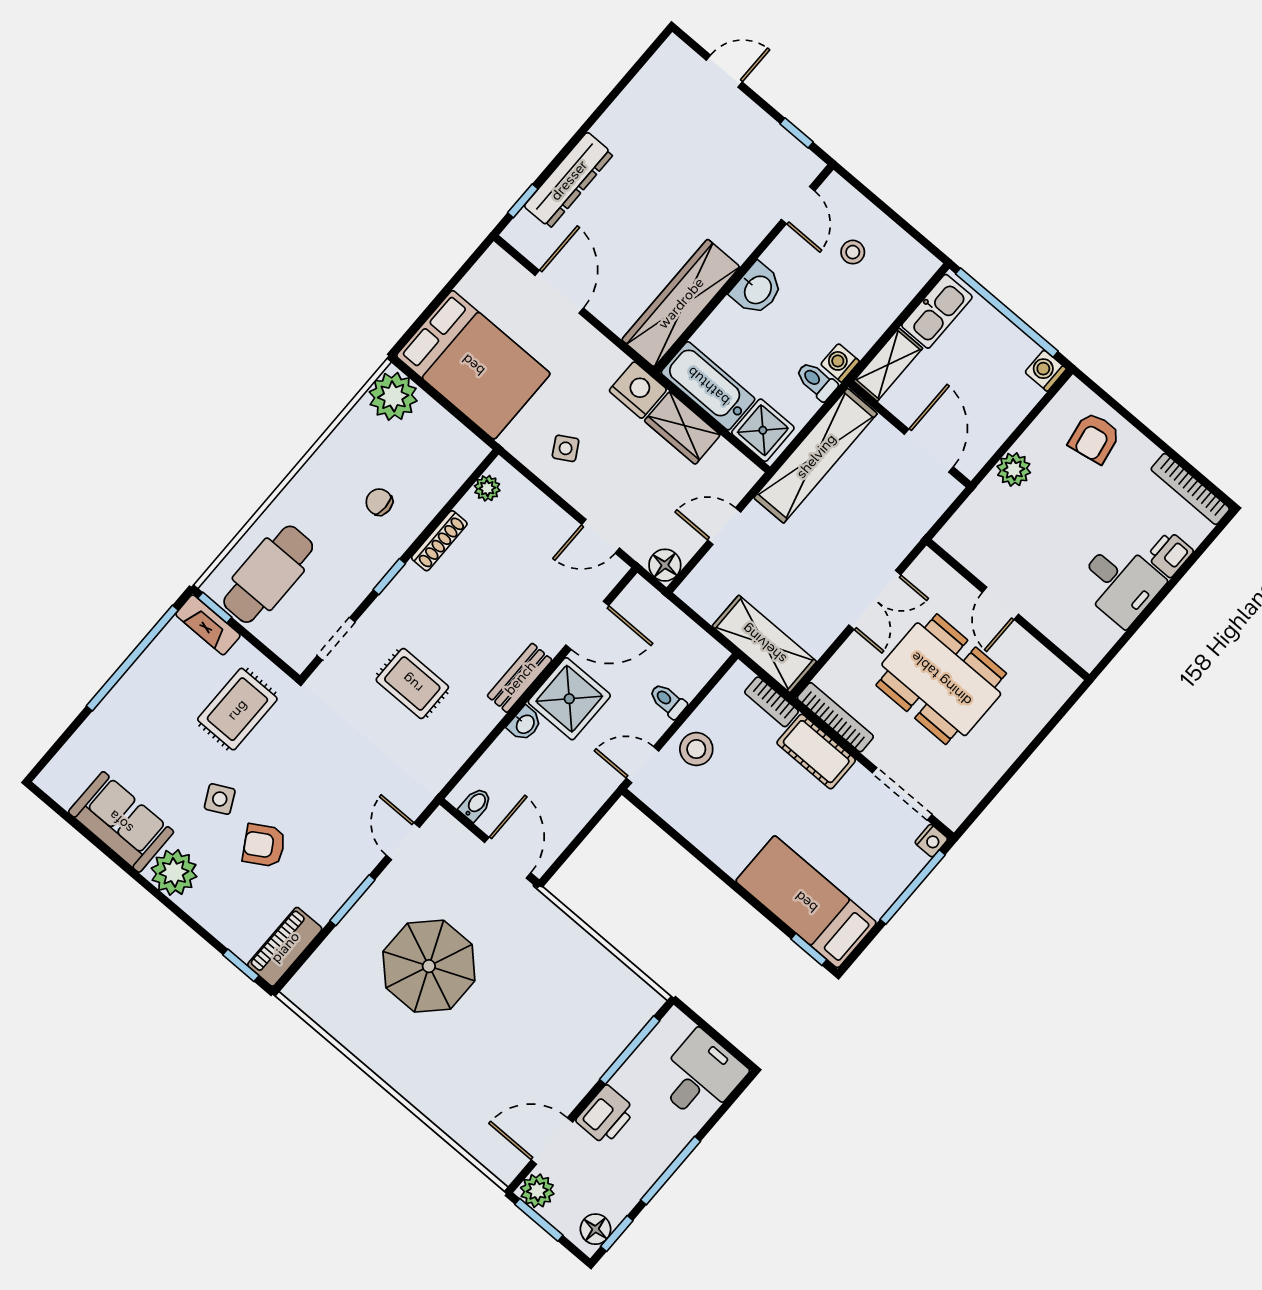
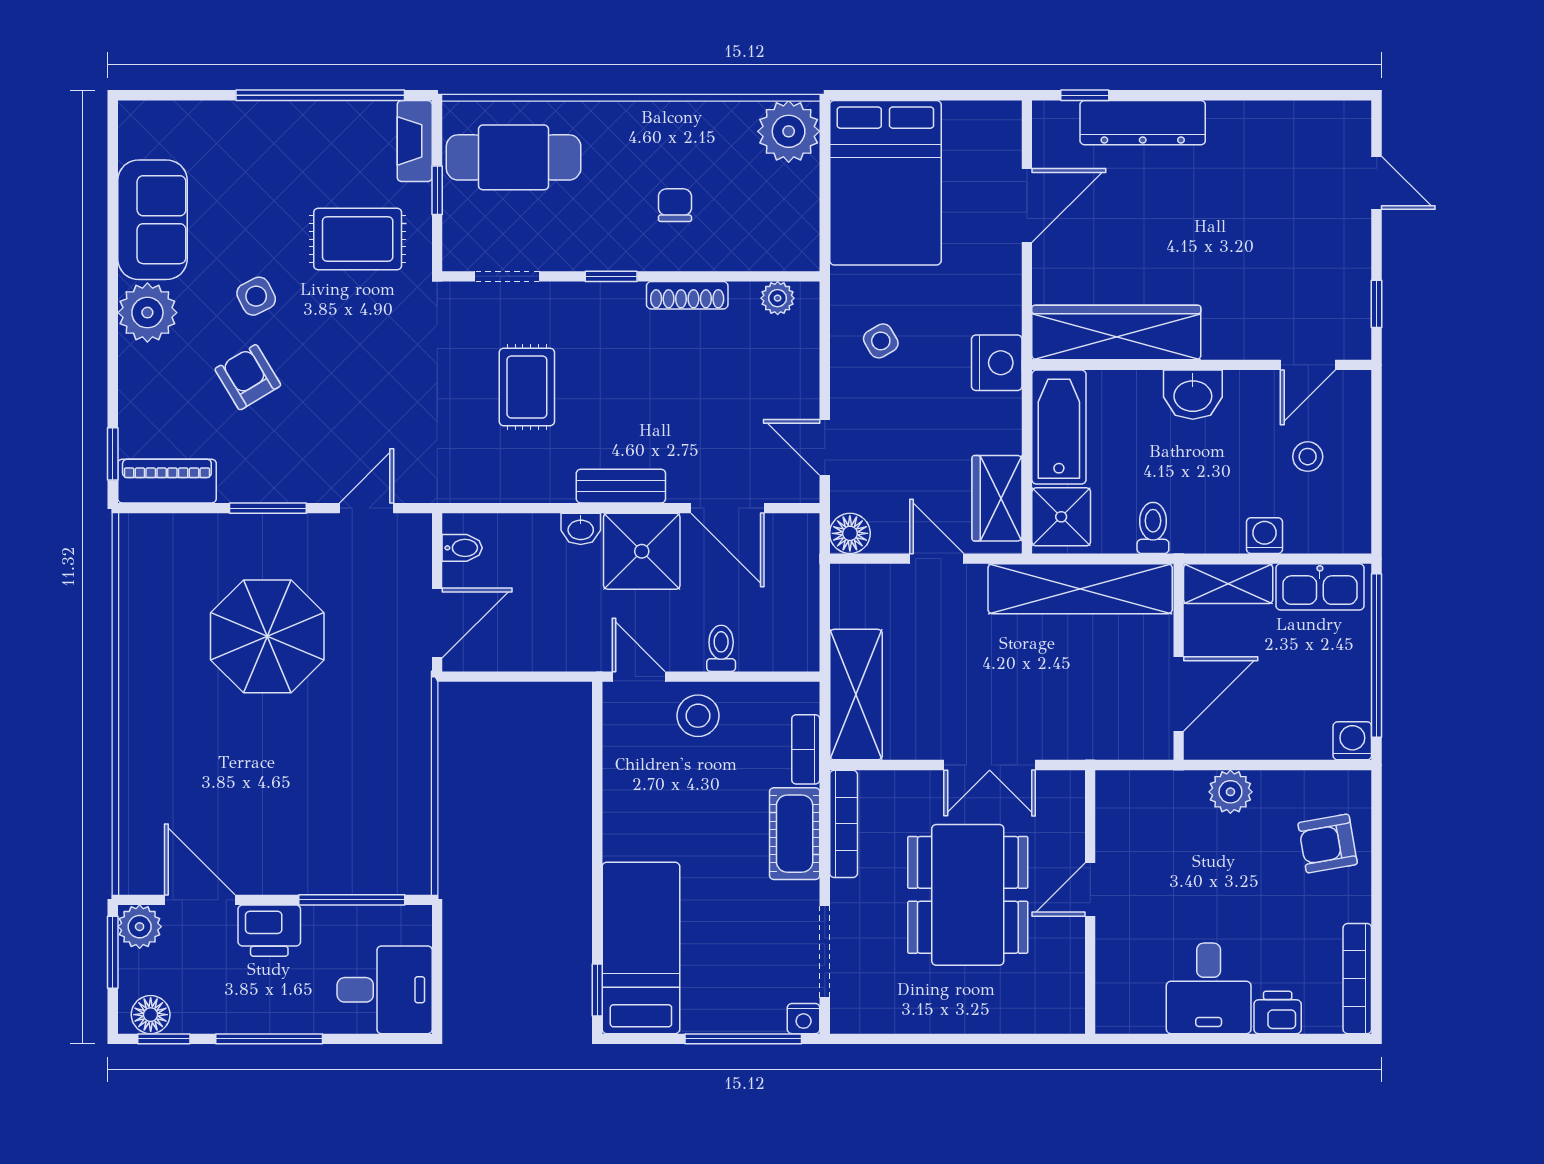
washing machine: (840, 363) -> (1265, 536), moved
wardrobe: (682, 428) -> (997, 498), moved
window: (215, 608) -> (437, 190), moved

